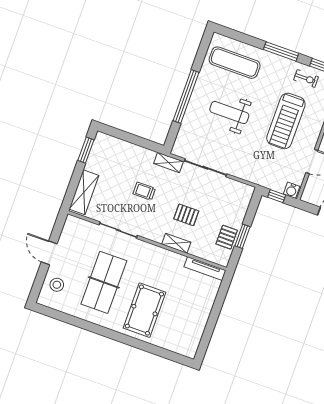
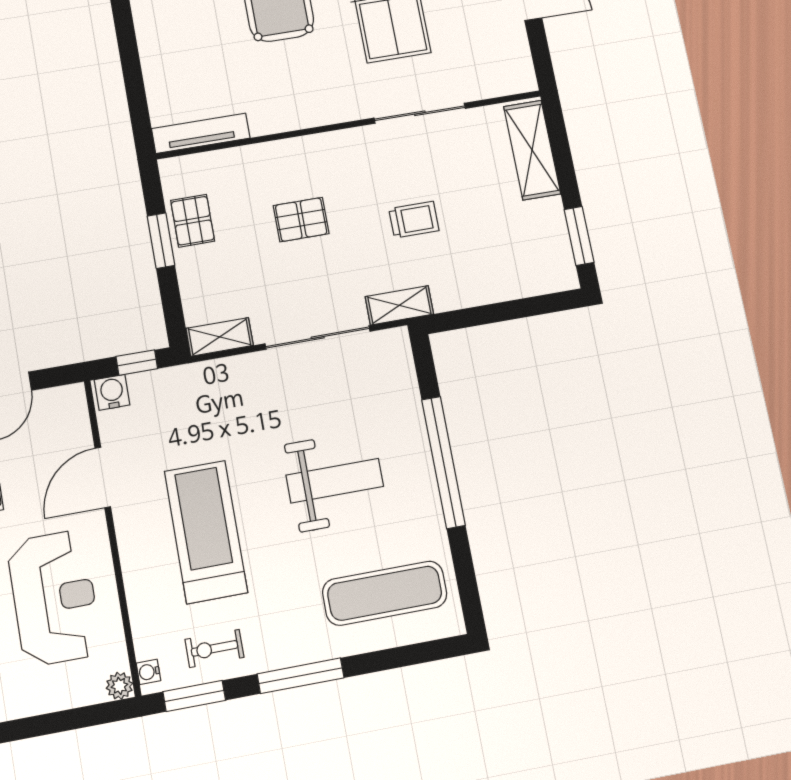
shelving: (176, 243) -> (220, 337), moved

